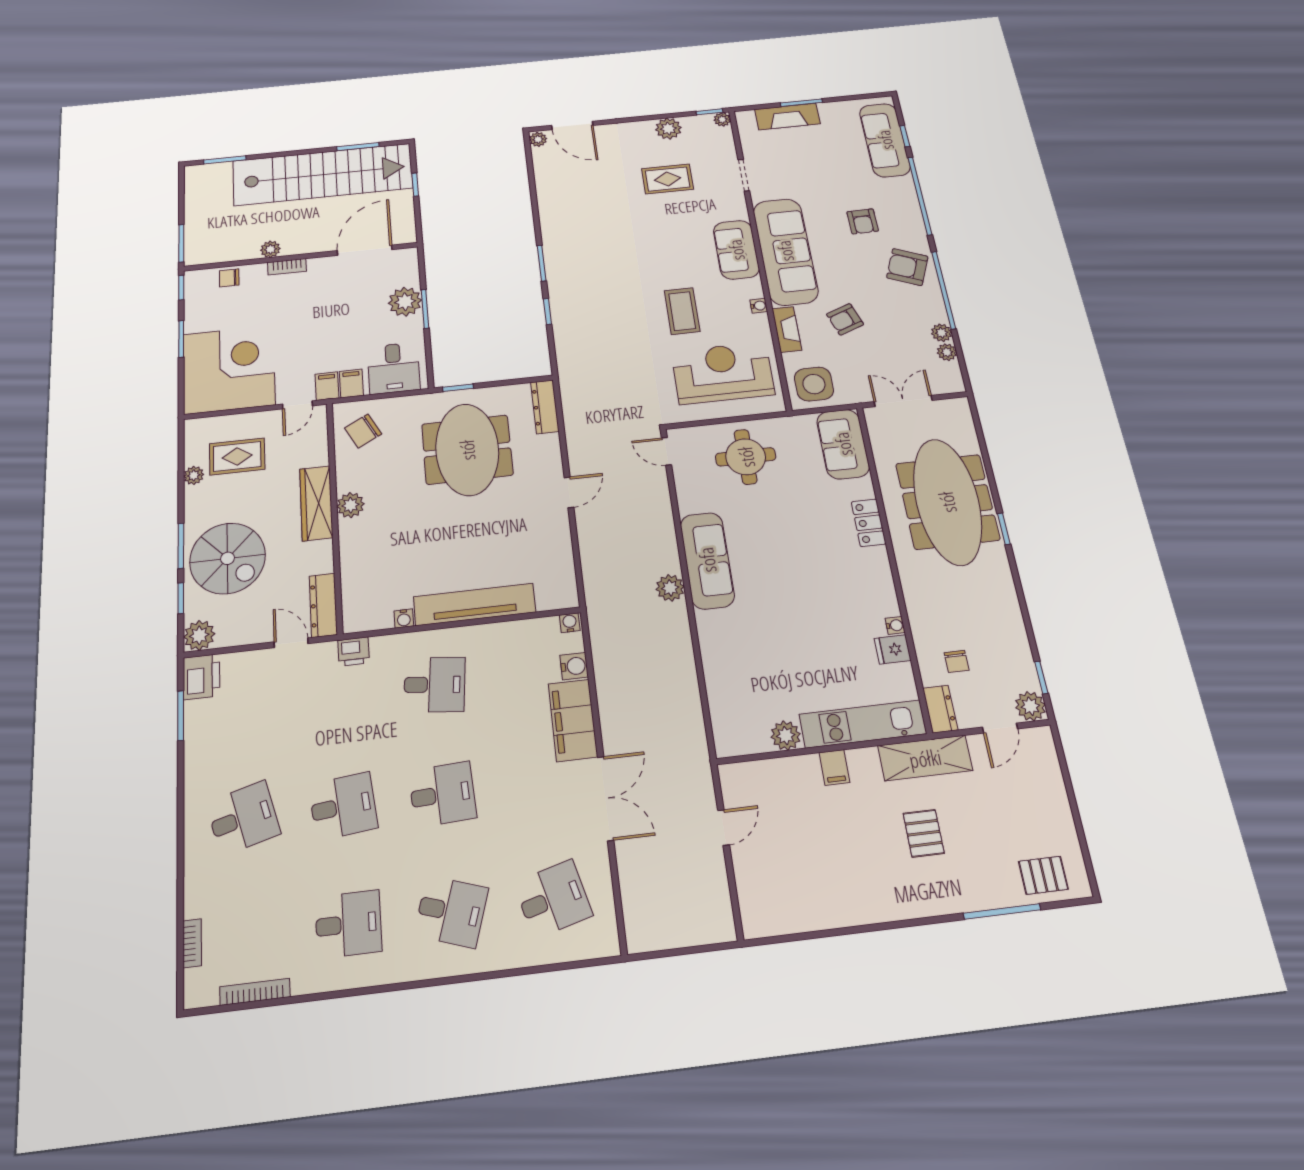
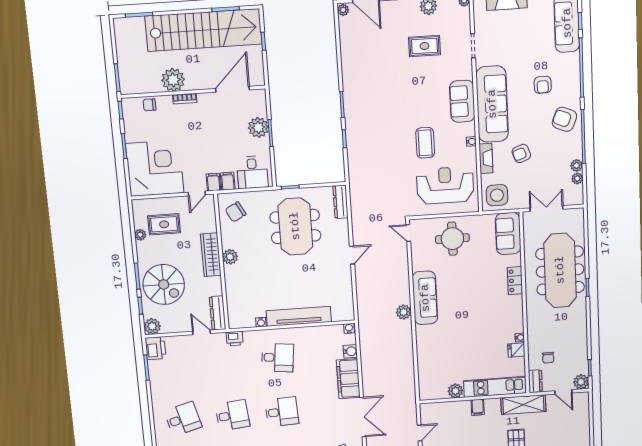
plant: (270, 249) -> (173, 80), width x1.87, depth x1.87
door: (1000, 728) -> (563, 392), hinge flipped

